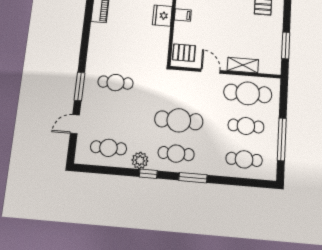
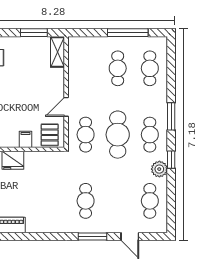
filing cabinet: (183, 15) -> (26, 139), moved
shelving: (243, 65) -> (58, 52), moved
cafe table: (248, 93) -> (86, 135), moved, width x0.73, depth x0.74

